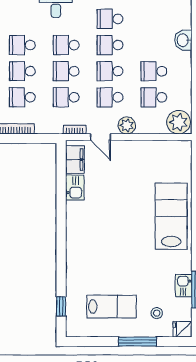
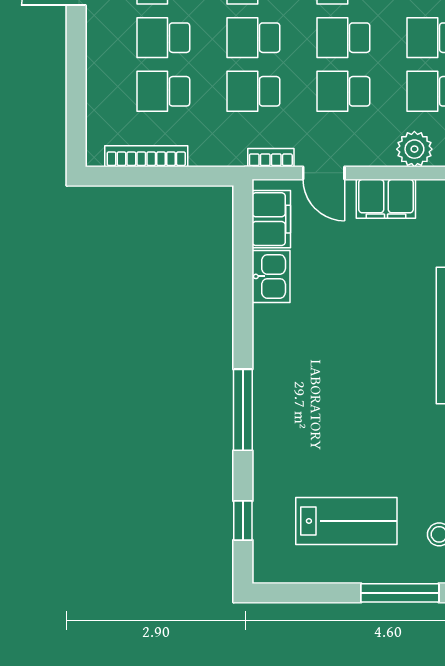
plant: (127, 125) -> (414, 149), moved
filing cabinet: (131, 150) -> (386, 199), added
window: (61, 252) -> (243, 410), added

